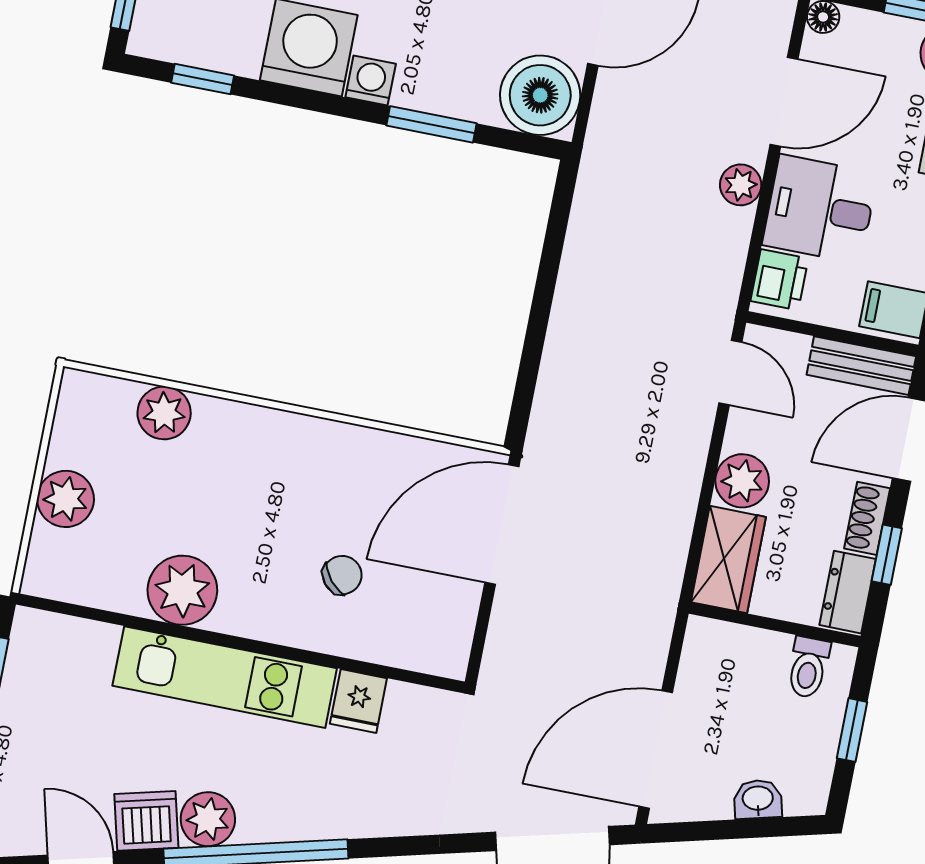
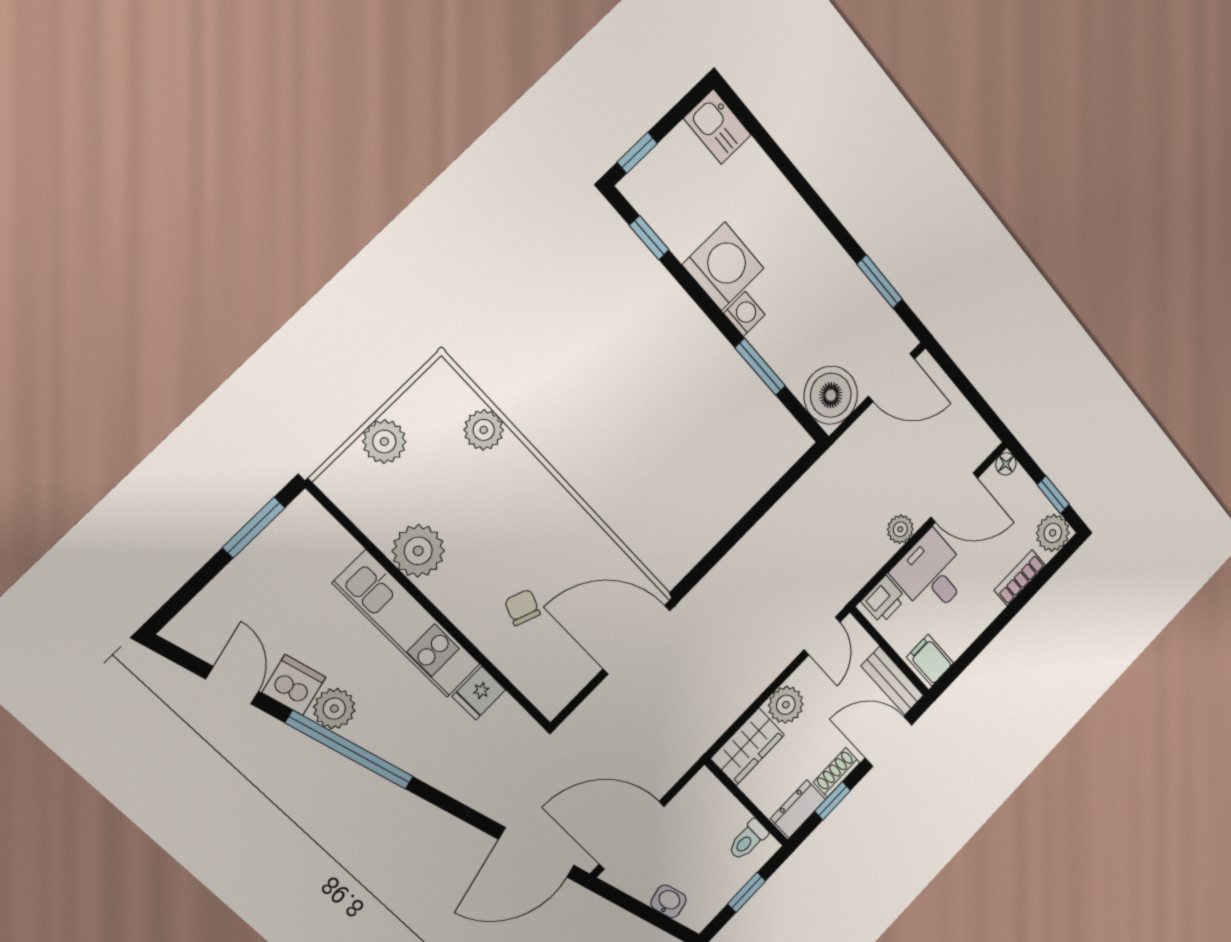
chair: (342, 575) -> (522, 607), turned -119

